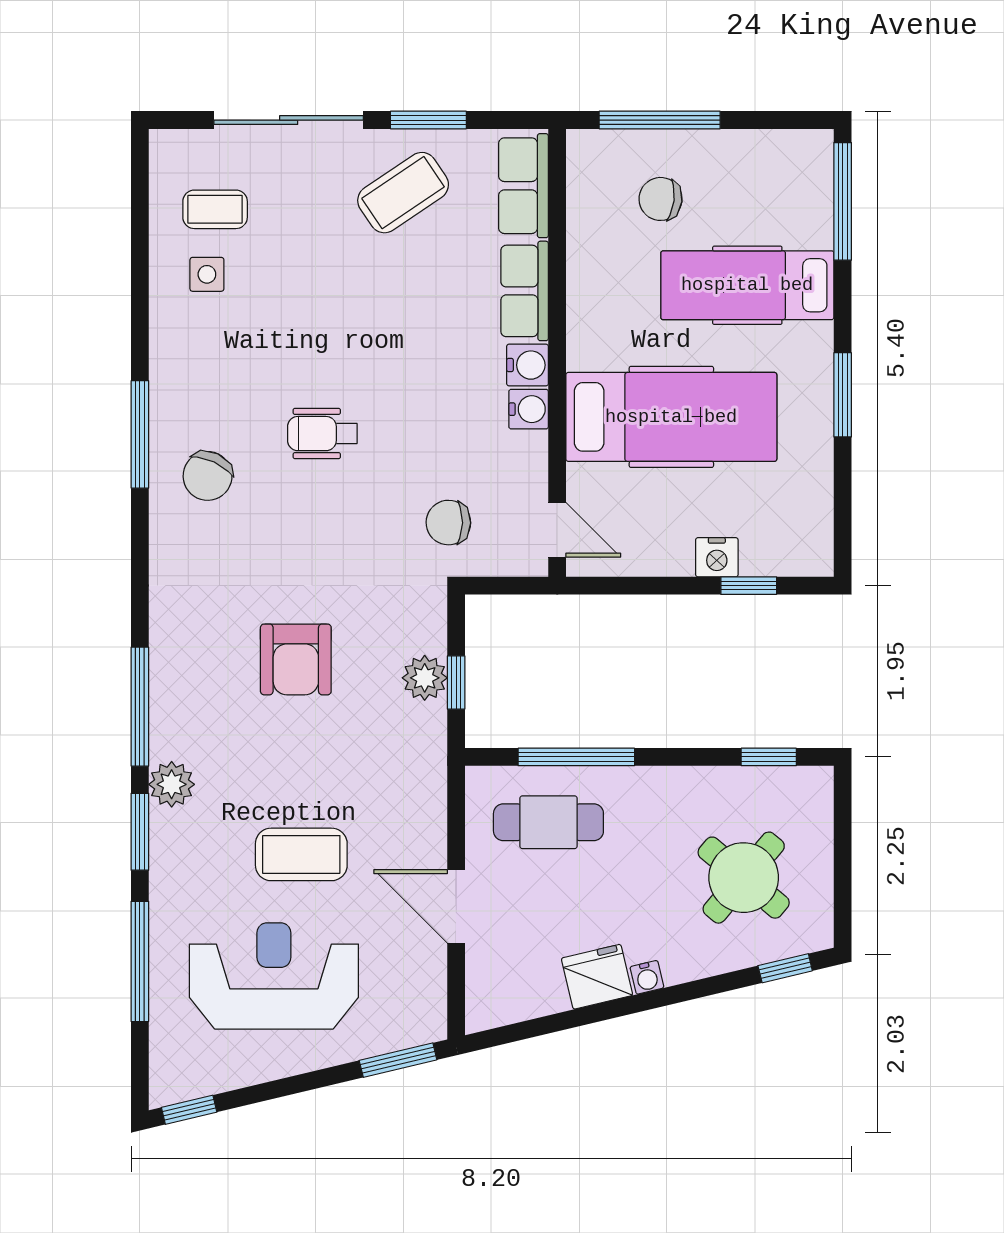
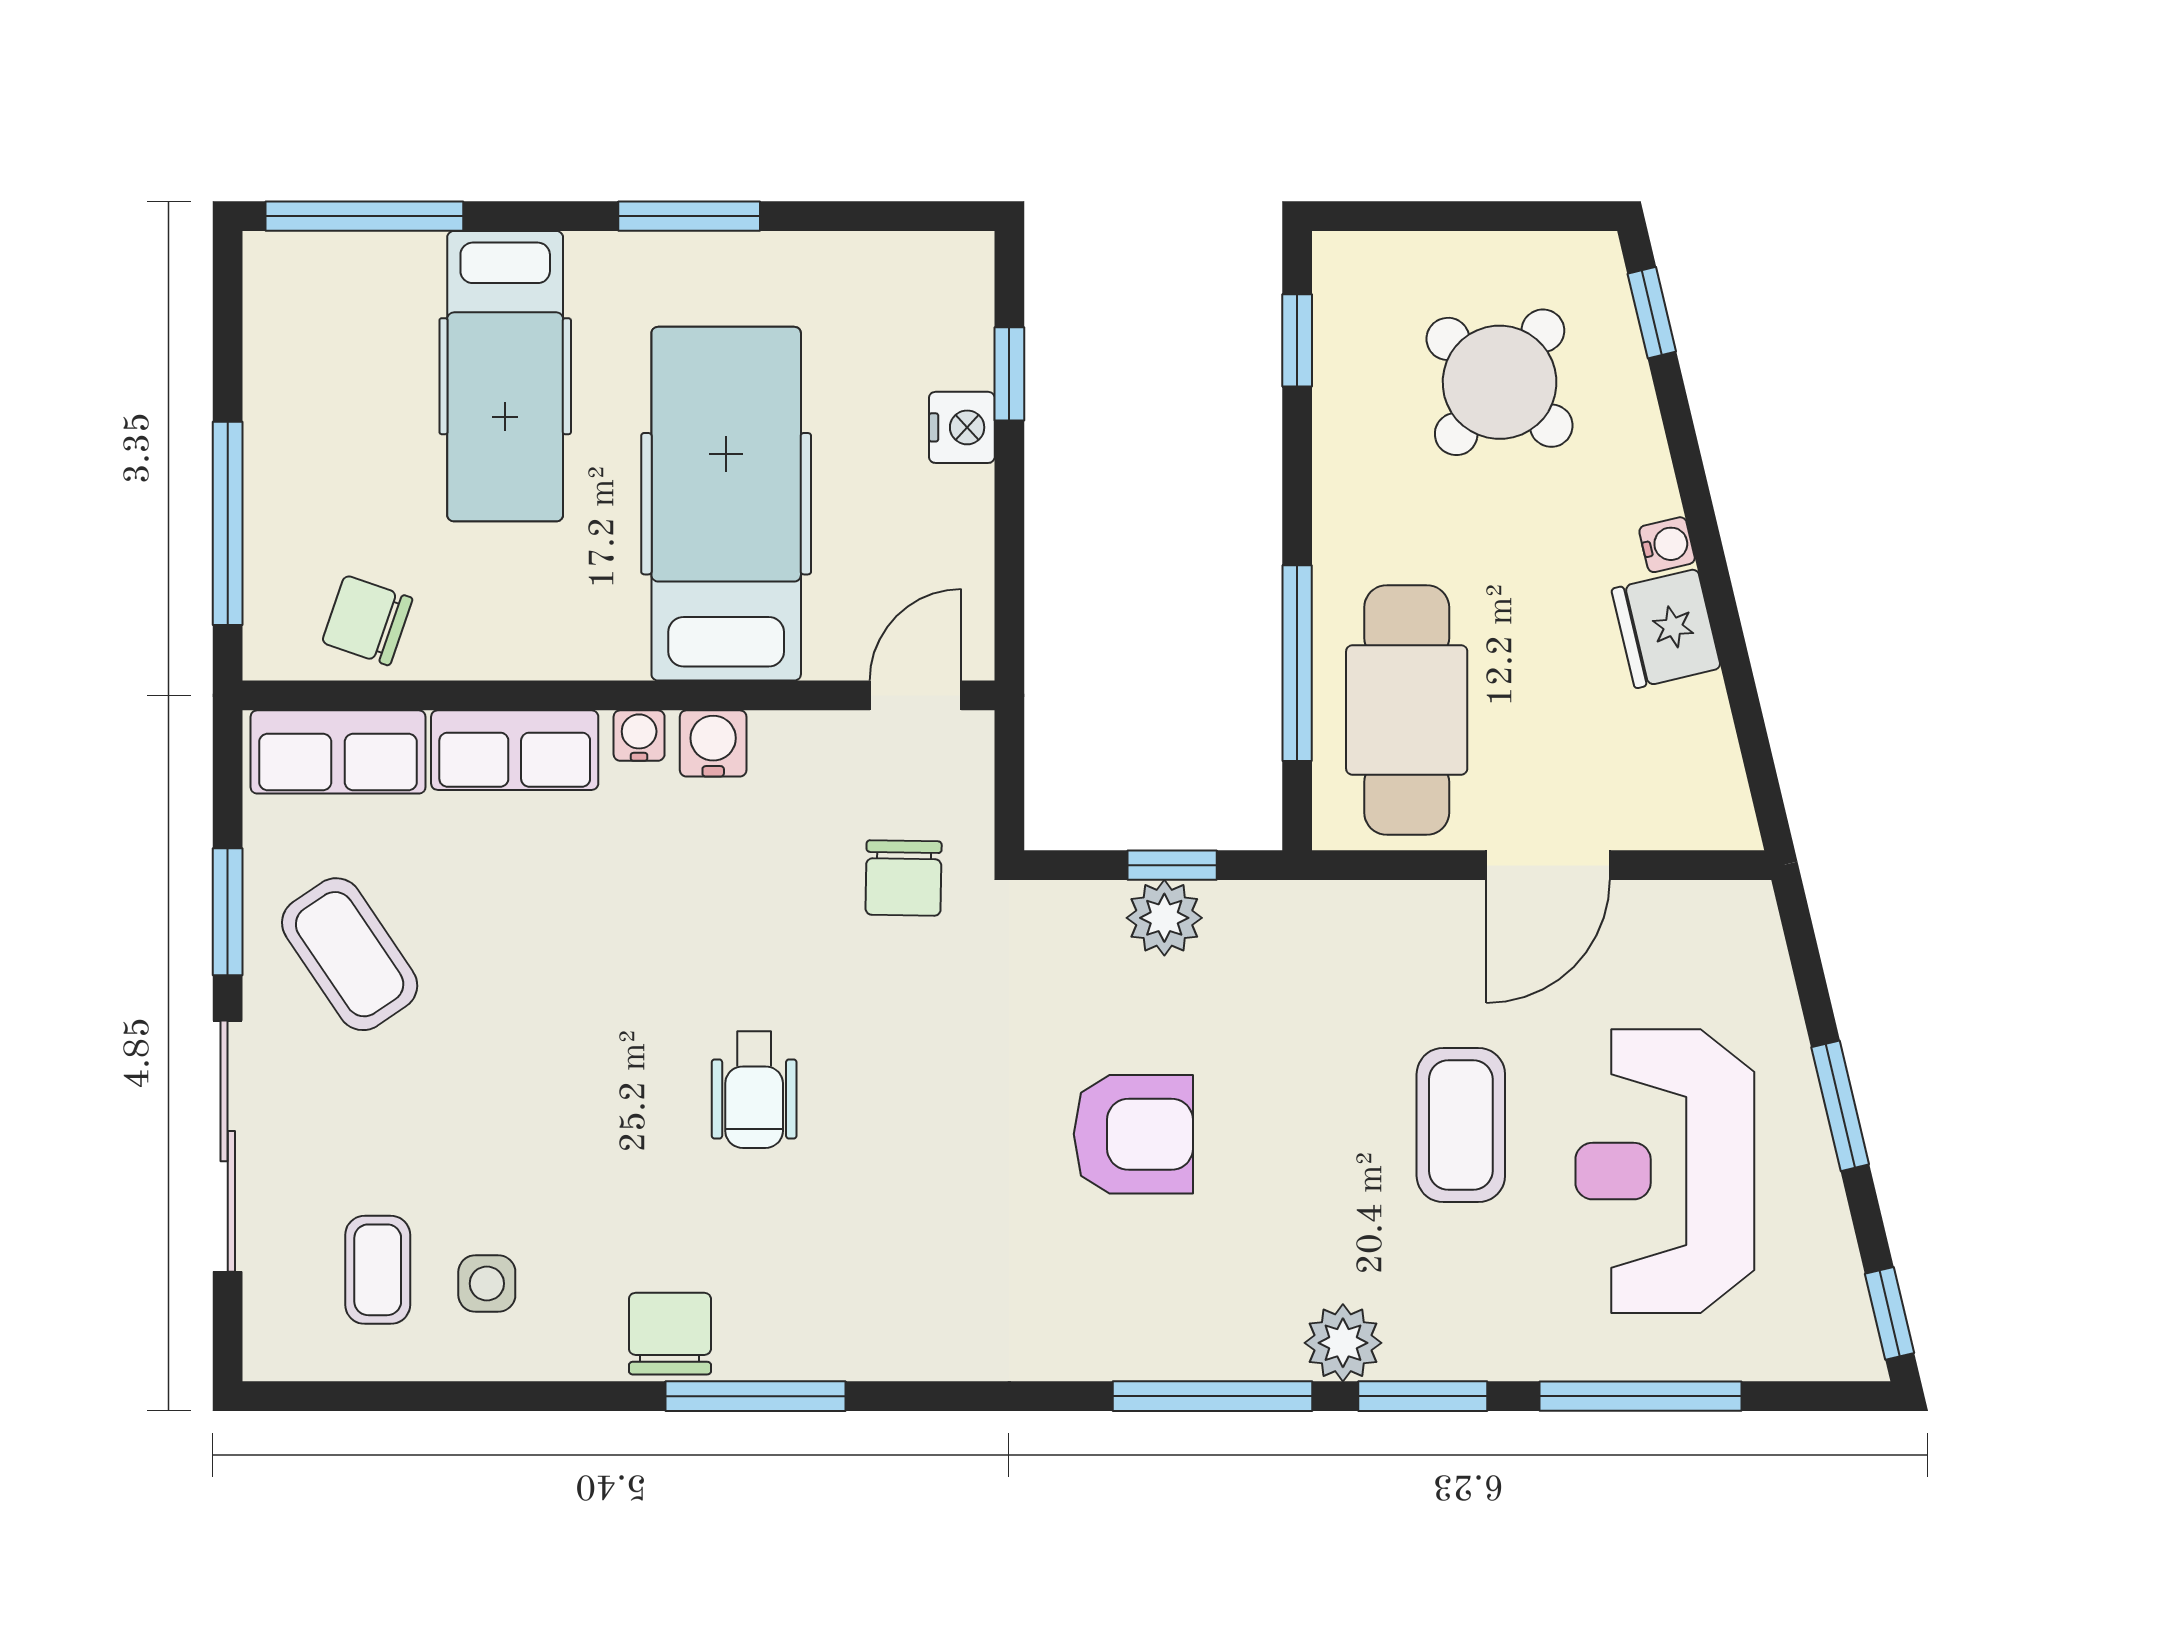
chair: (660, 199) -> (367, 620), moved, turned 102
water cooler: (528, 365) -> (639, 736), width x0.72, depth x0.72
chair: (208, 476) -> (670, 1334), moved, turned -115
cafe table: (548, 822) -> (1407, 710), width x1.37, depth x1.35
window: (398, 1060) -> (1840, 1106), moved

